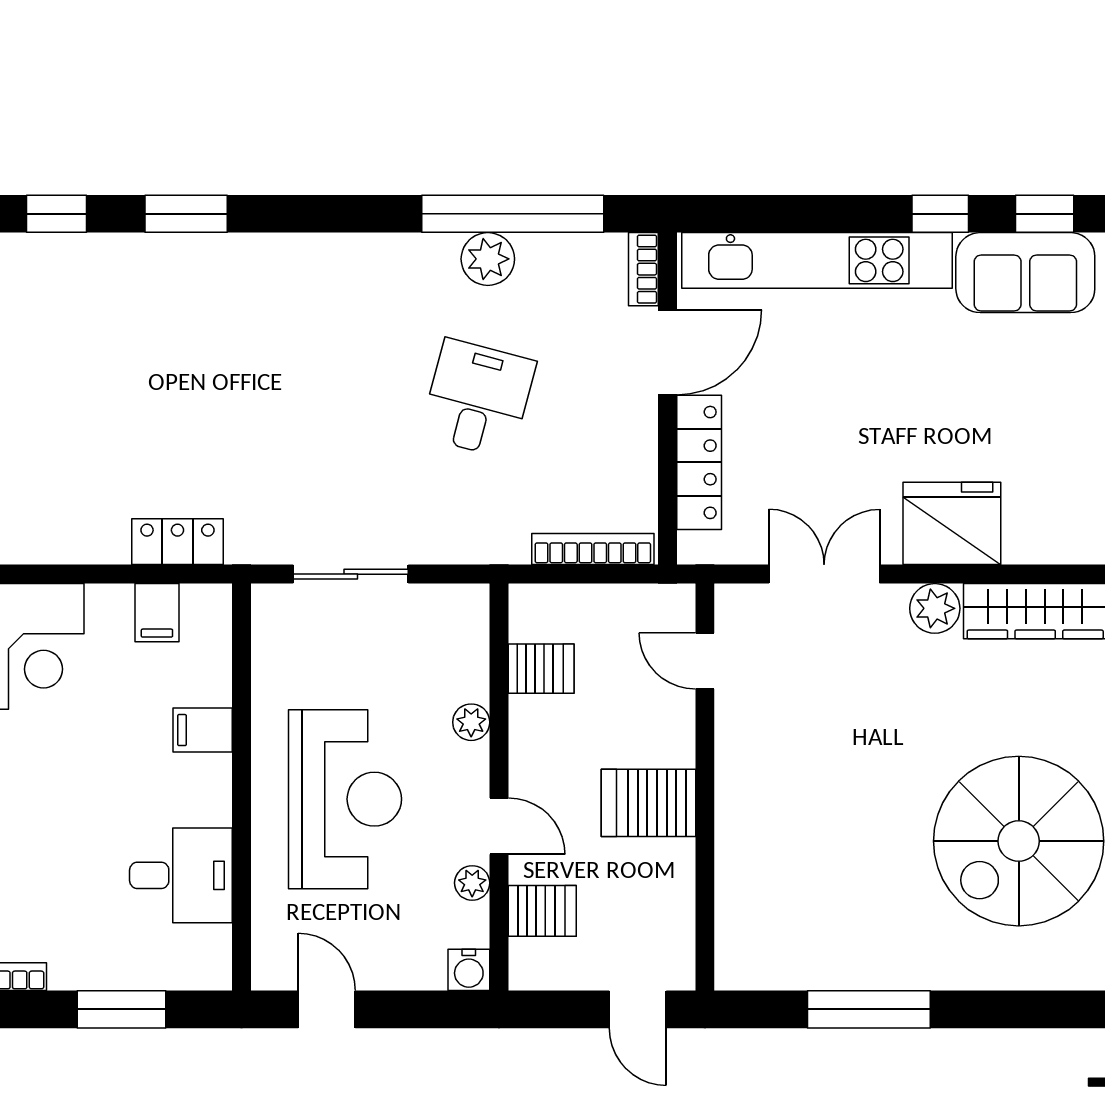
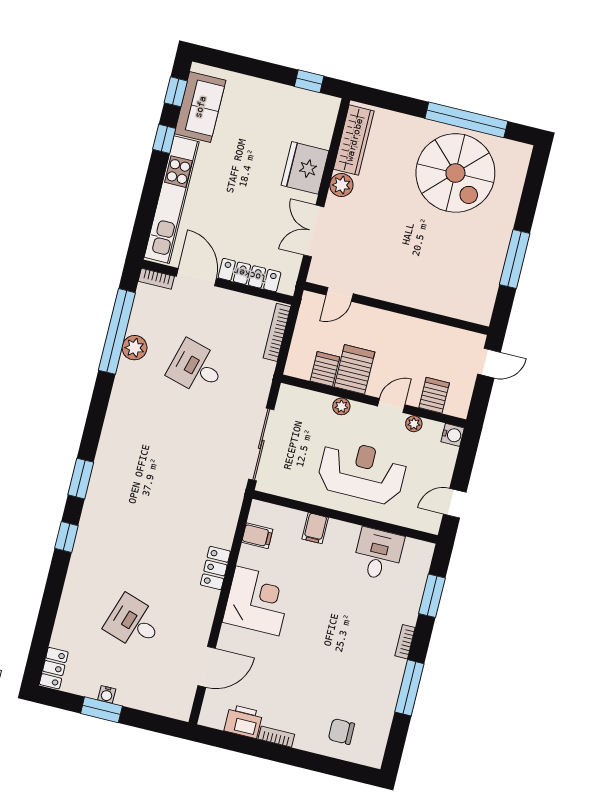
locker: (177, 542) -> (215, 568), moved
sliding door: (351, 574) -> (261, 444), width x1.37
server rack: (648, 803) -> (355, 369), moved, turned 180

